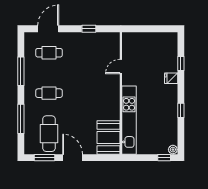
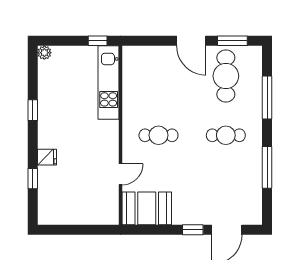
window: (89, 29) -> (193, 230), moved
cafe table: (49, 53) -> (159, 135), moved
kitchen unit: (129, 120) -> (109, 83), width x0.73
booth: (108, 137) -> (147, 208), moved, turned 90
window: (164, 158) -> (98, 41), moved

